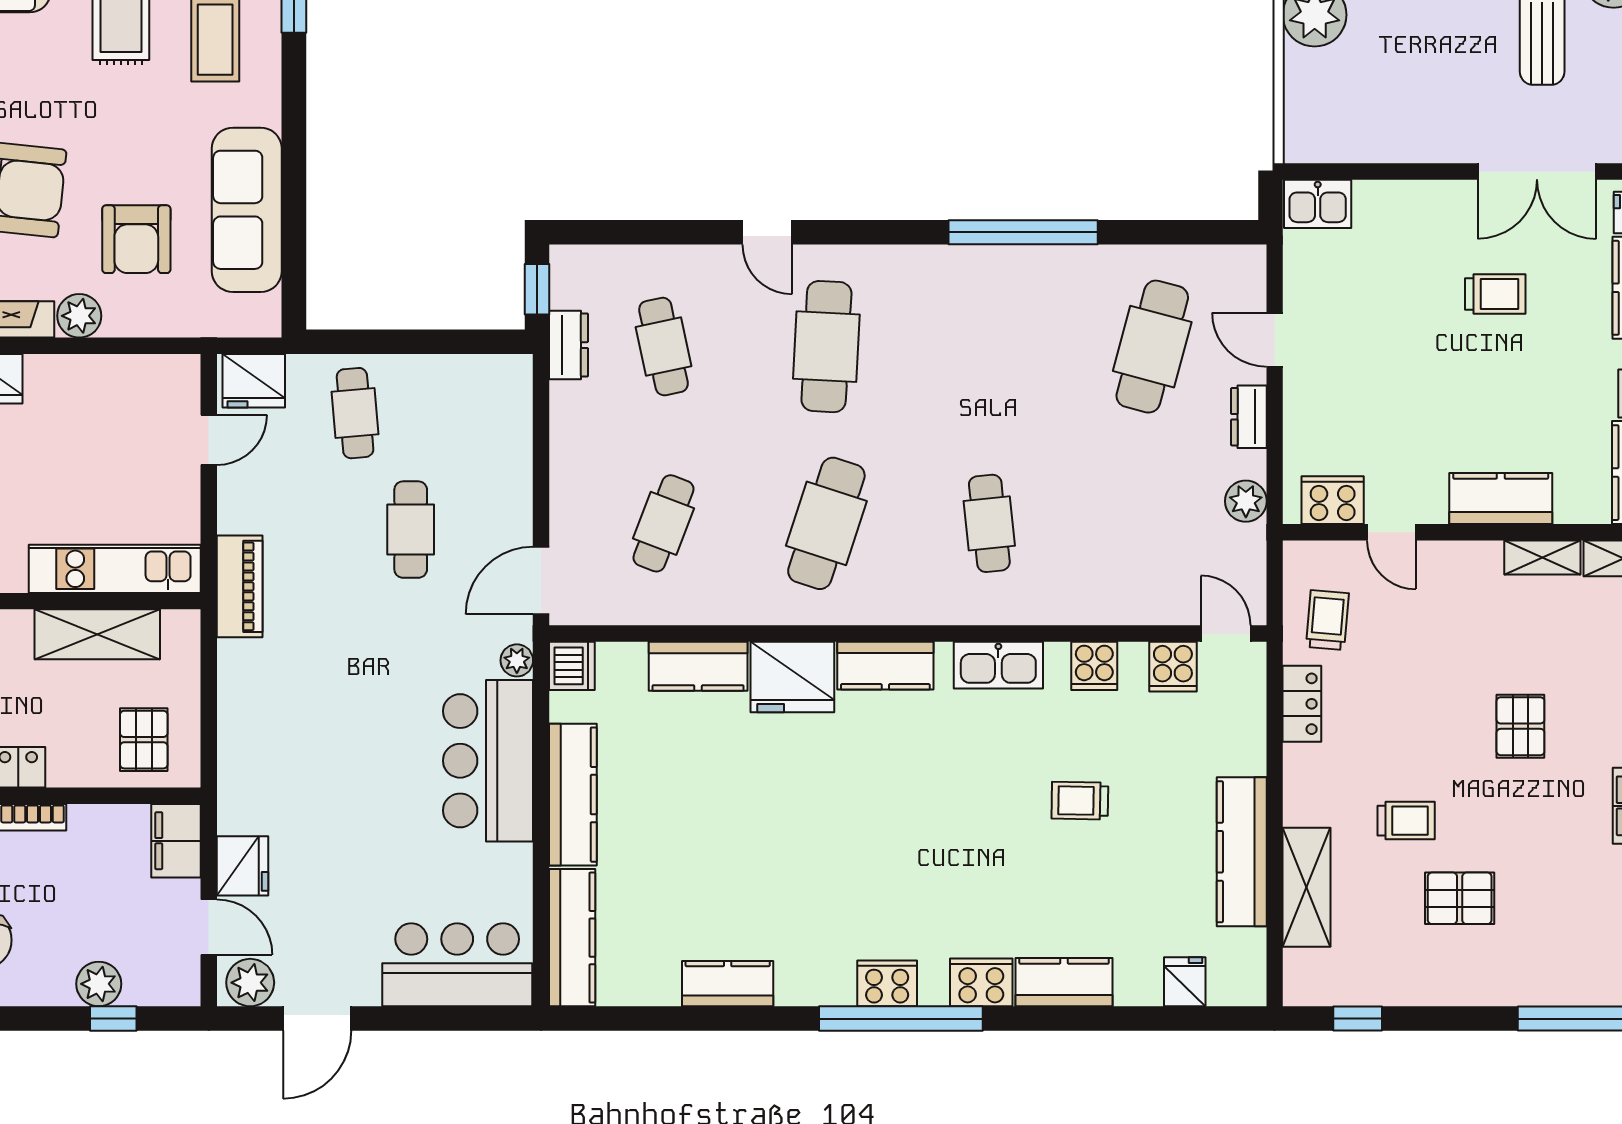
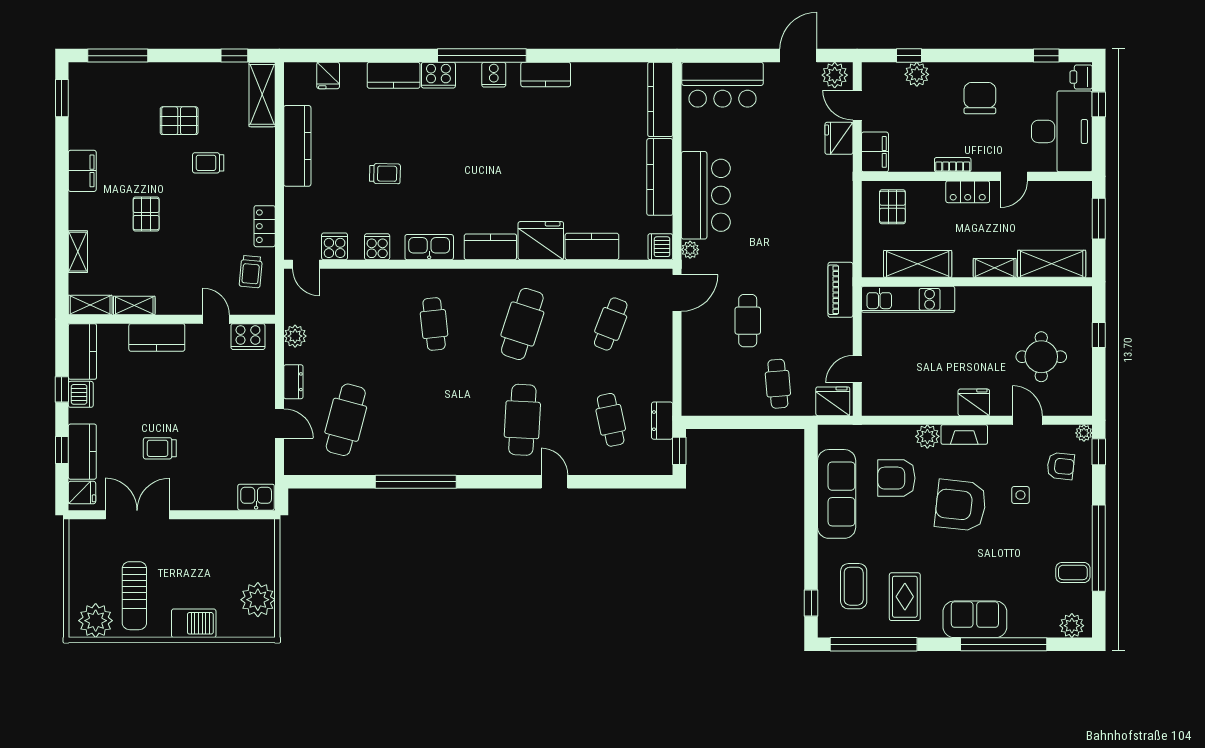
armchair: (136, 239) -> (896, 478), turned -90
shelving: (1307, 887) -> (262, 94), moved
cooker: (887, 983) -> (494, 75), width x0.73
kitchen counter: (728, 984) -> (546, 74), moved

